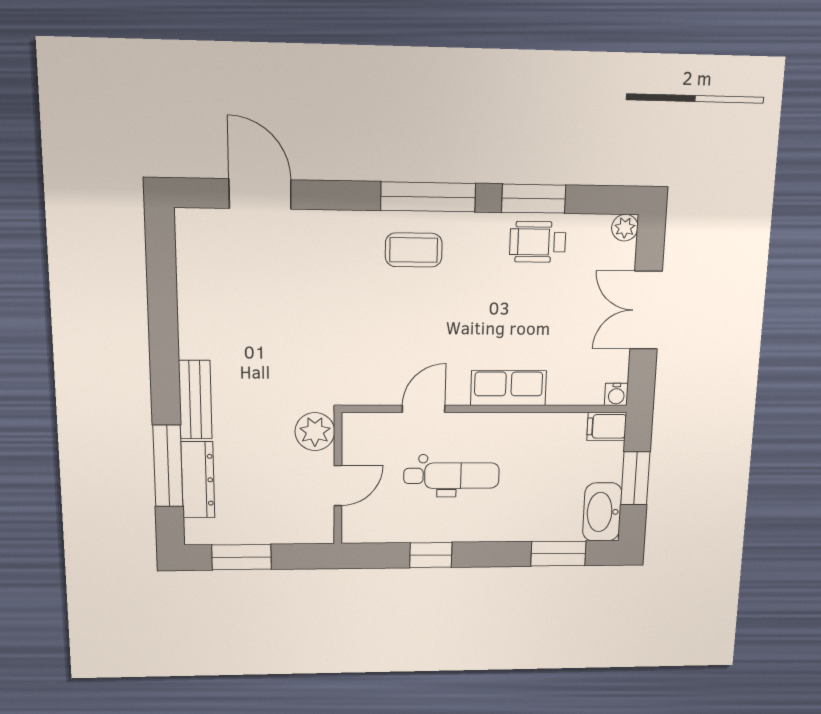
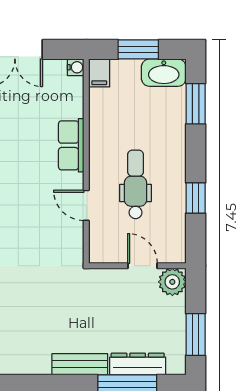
plant: (315, 432) -> (172, 282), moved

